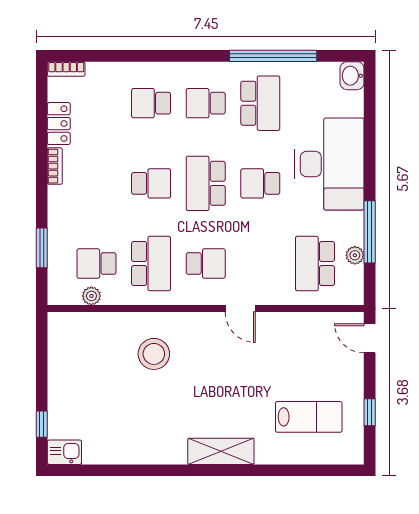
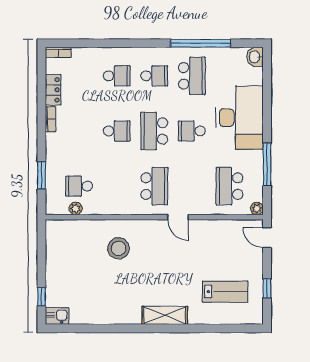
school desk: (151, 103) -> (117, 76), turned 180
school desk: (206, 103) -> (154, 76), turned 180
plant: (355, 255) -> (257, 209), moved
school desk: (151, 264) -> (117, 186), removed
school desk: (206, 264) -> (154, 186), width x1.85

